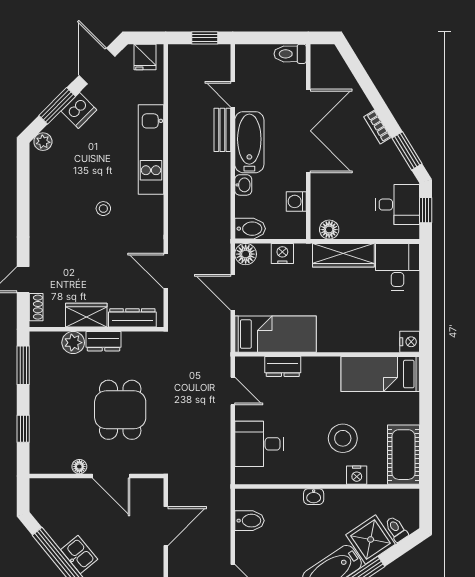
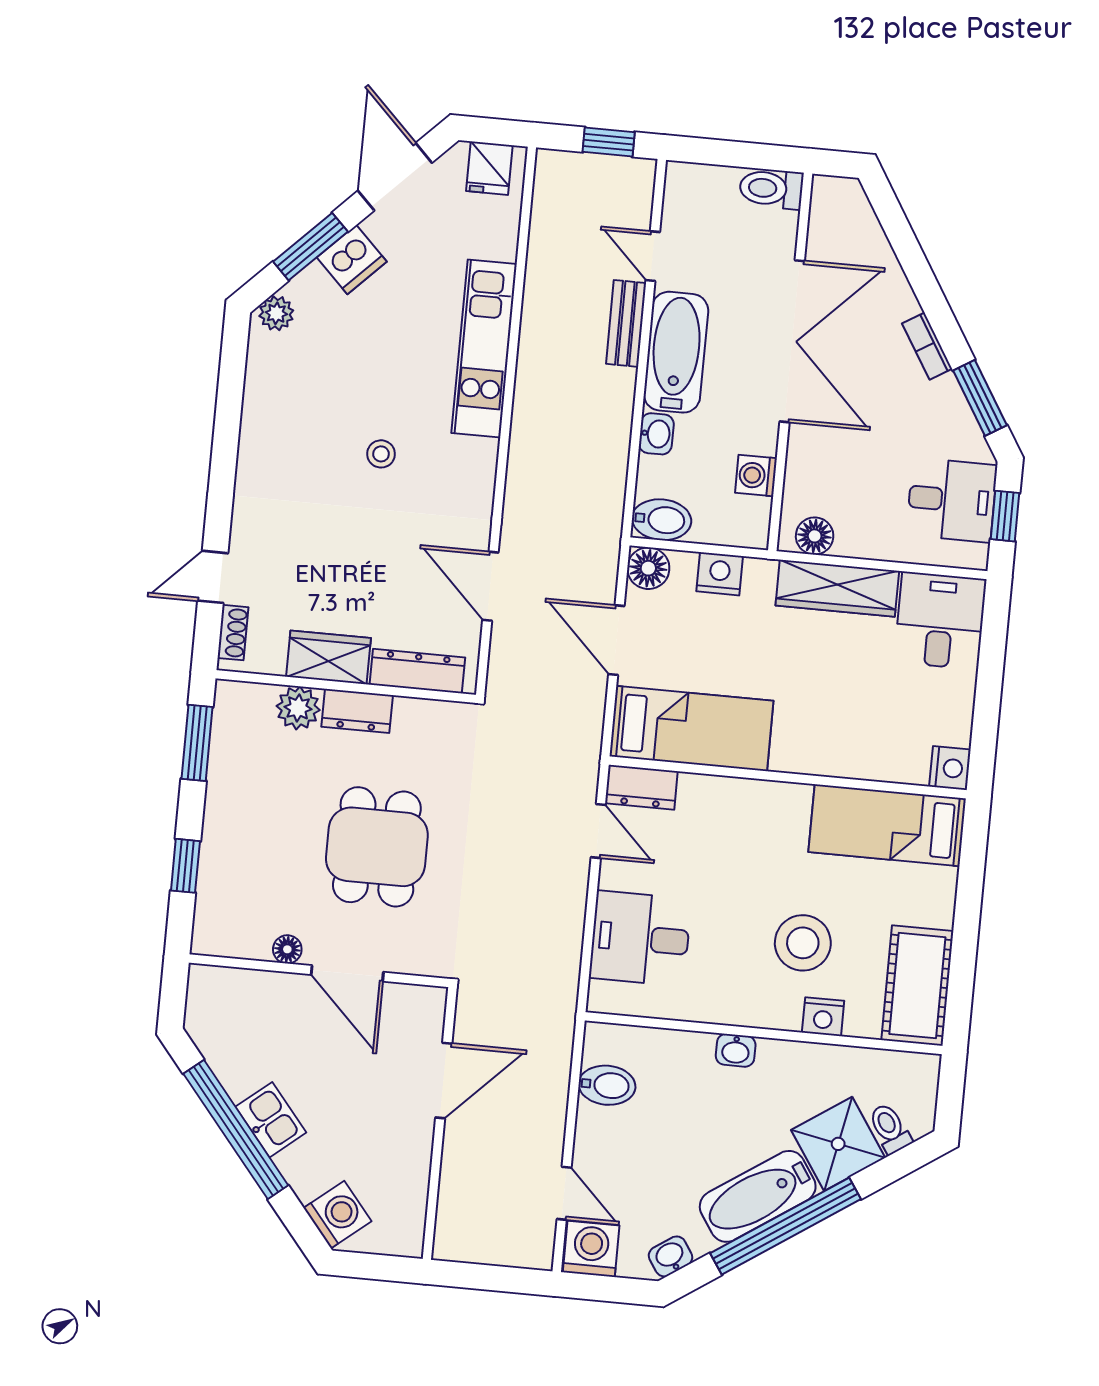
dresser: (283, 367) -> (641, 787), moved

